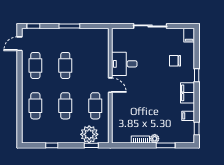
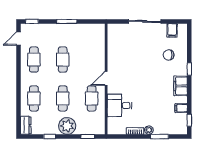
filing cabinet: (189, 35) -> (172, 30), moved
desk: (124, 64) -> (120, 105), moved
door: (110, 85) -> (106, 78), swing flipped
dresser: (27, 134) -> (26, 125), added
plant: (89, 134) -> (67, 126), moved

